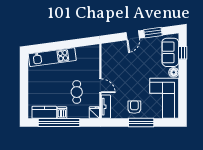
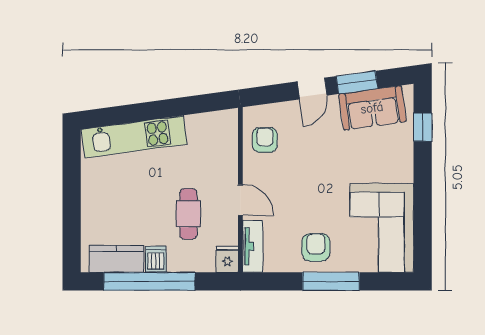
sofa: (170, 52) -> (372, 108), moved, turned -98
armchair: (111, 59) -> (265, 140), added
floor lamp: (174, 72) -> (403, 170), removed

